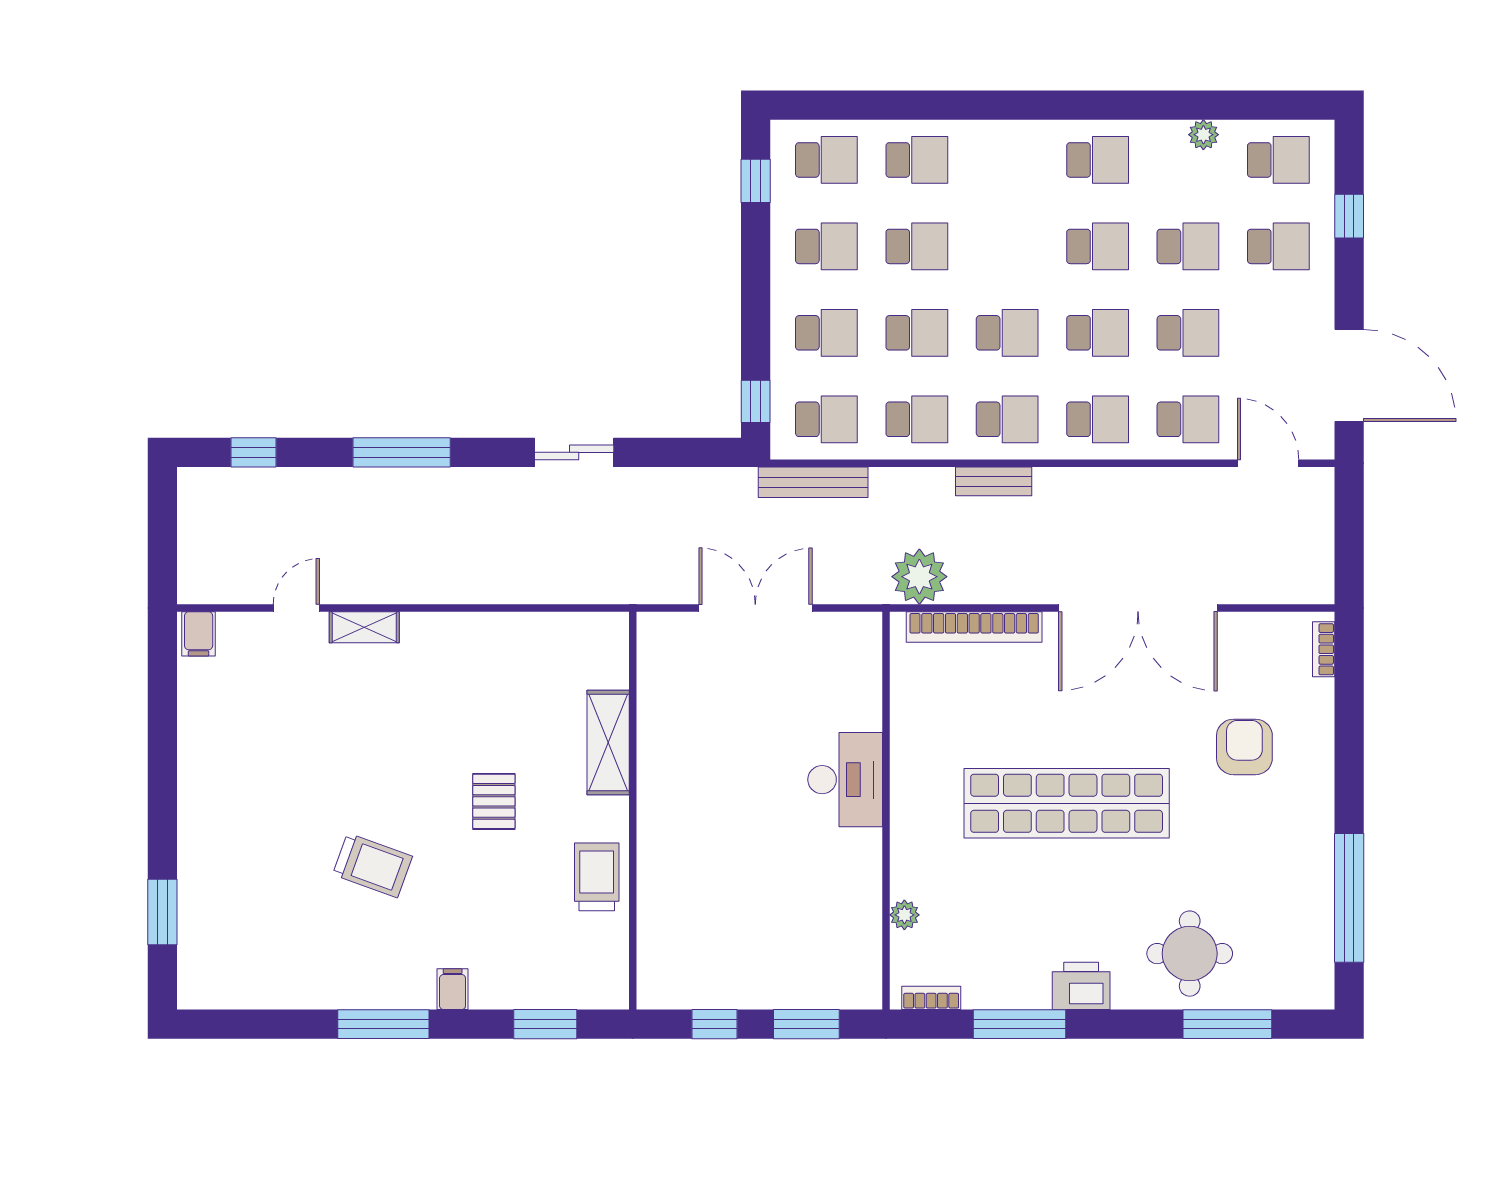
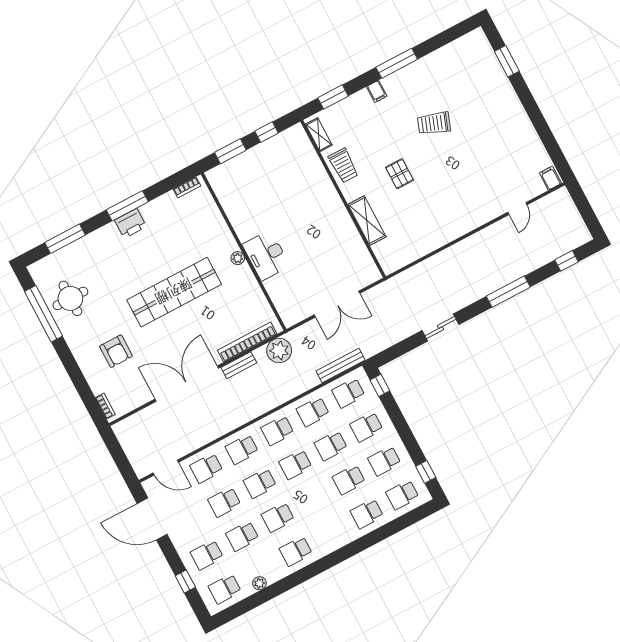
bench: (994, 481) -> (239, 365), moved
shelving: (364, 627) -> (319, 135), moved, turned 90
plant: (904, 915) -> (238, 258), moved
round table: (1190, 954) -> (70, 298), moved
window: (1019, 1024) -> (127, 206), moved

